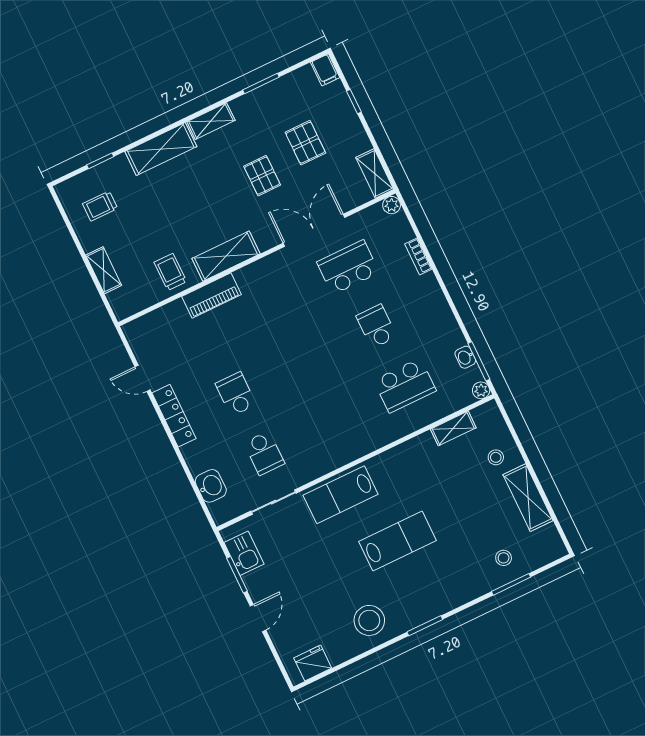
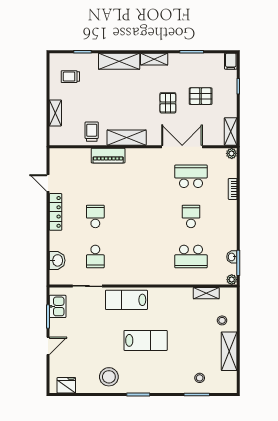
pallet: (305, 143) -> (201, 96), turned 90

